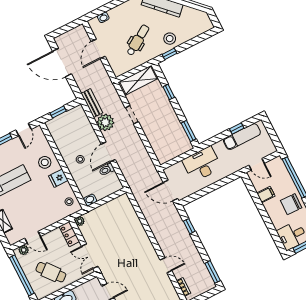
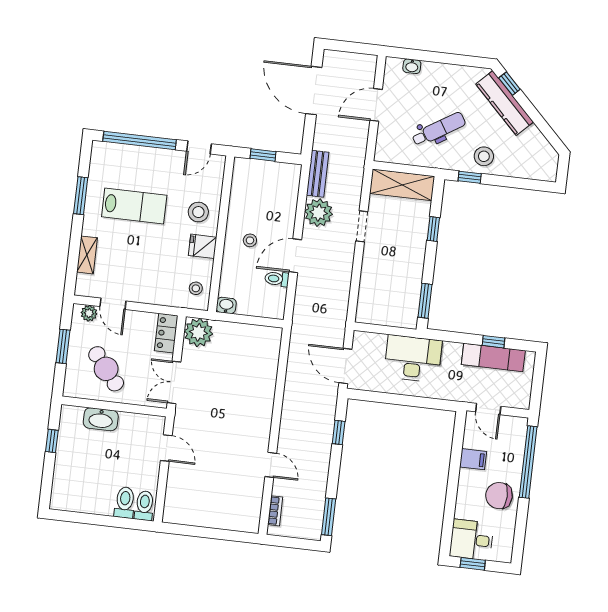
plant: (80, 221) -> (198, 332), width x1.88, depth x1.88
window: (22, 275) -> (63, 346), width x0.47

